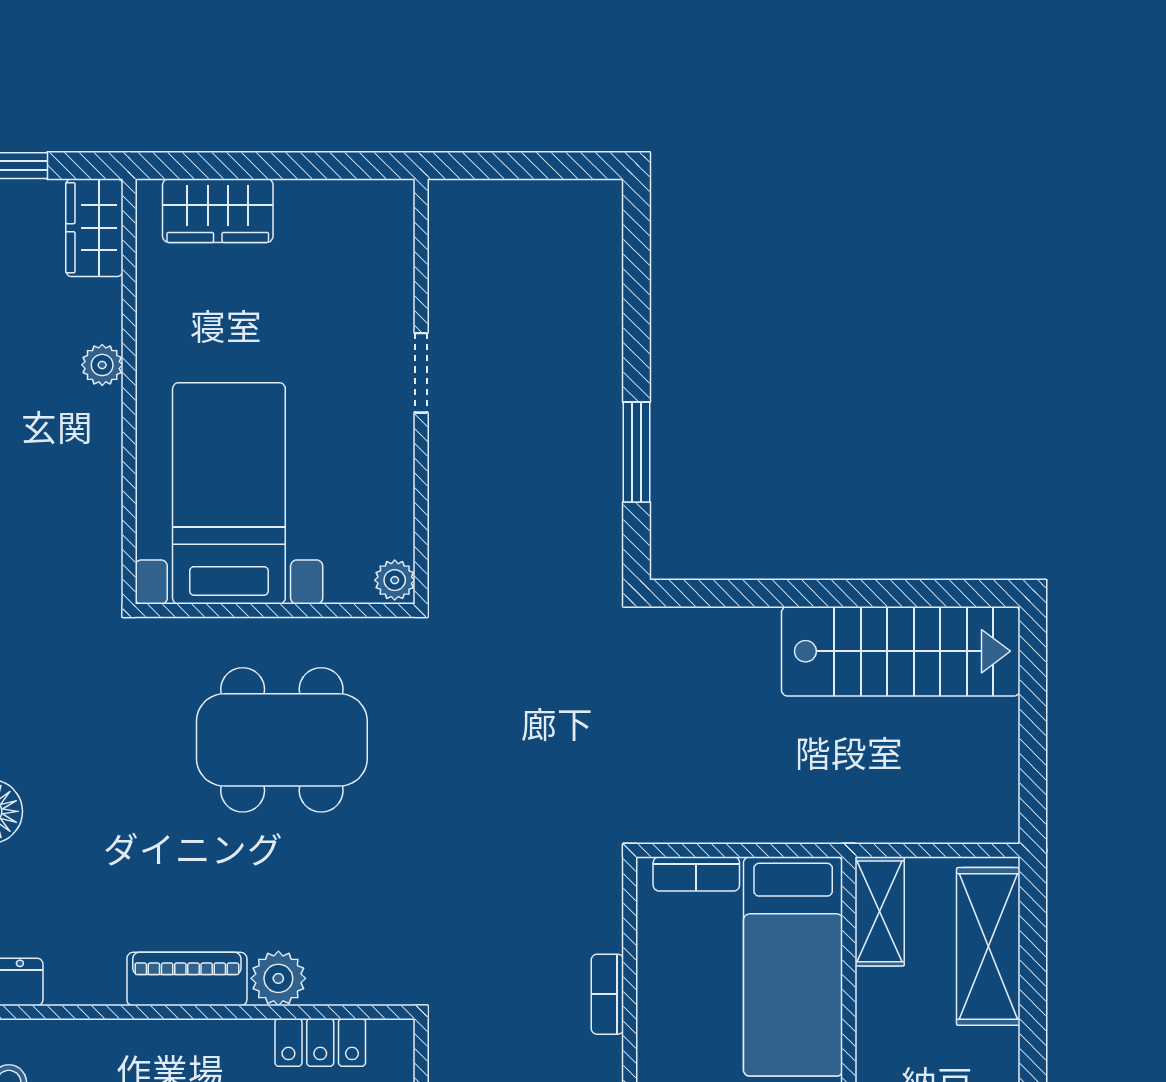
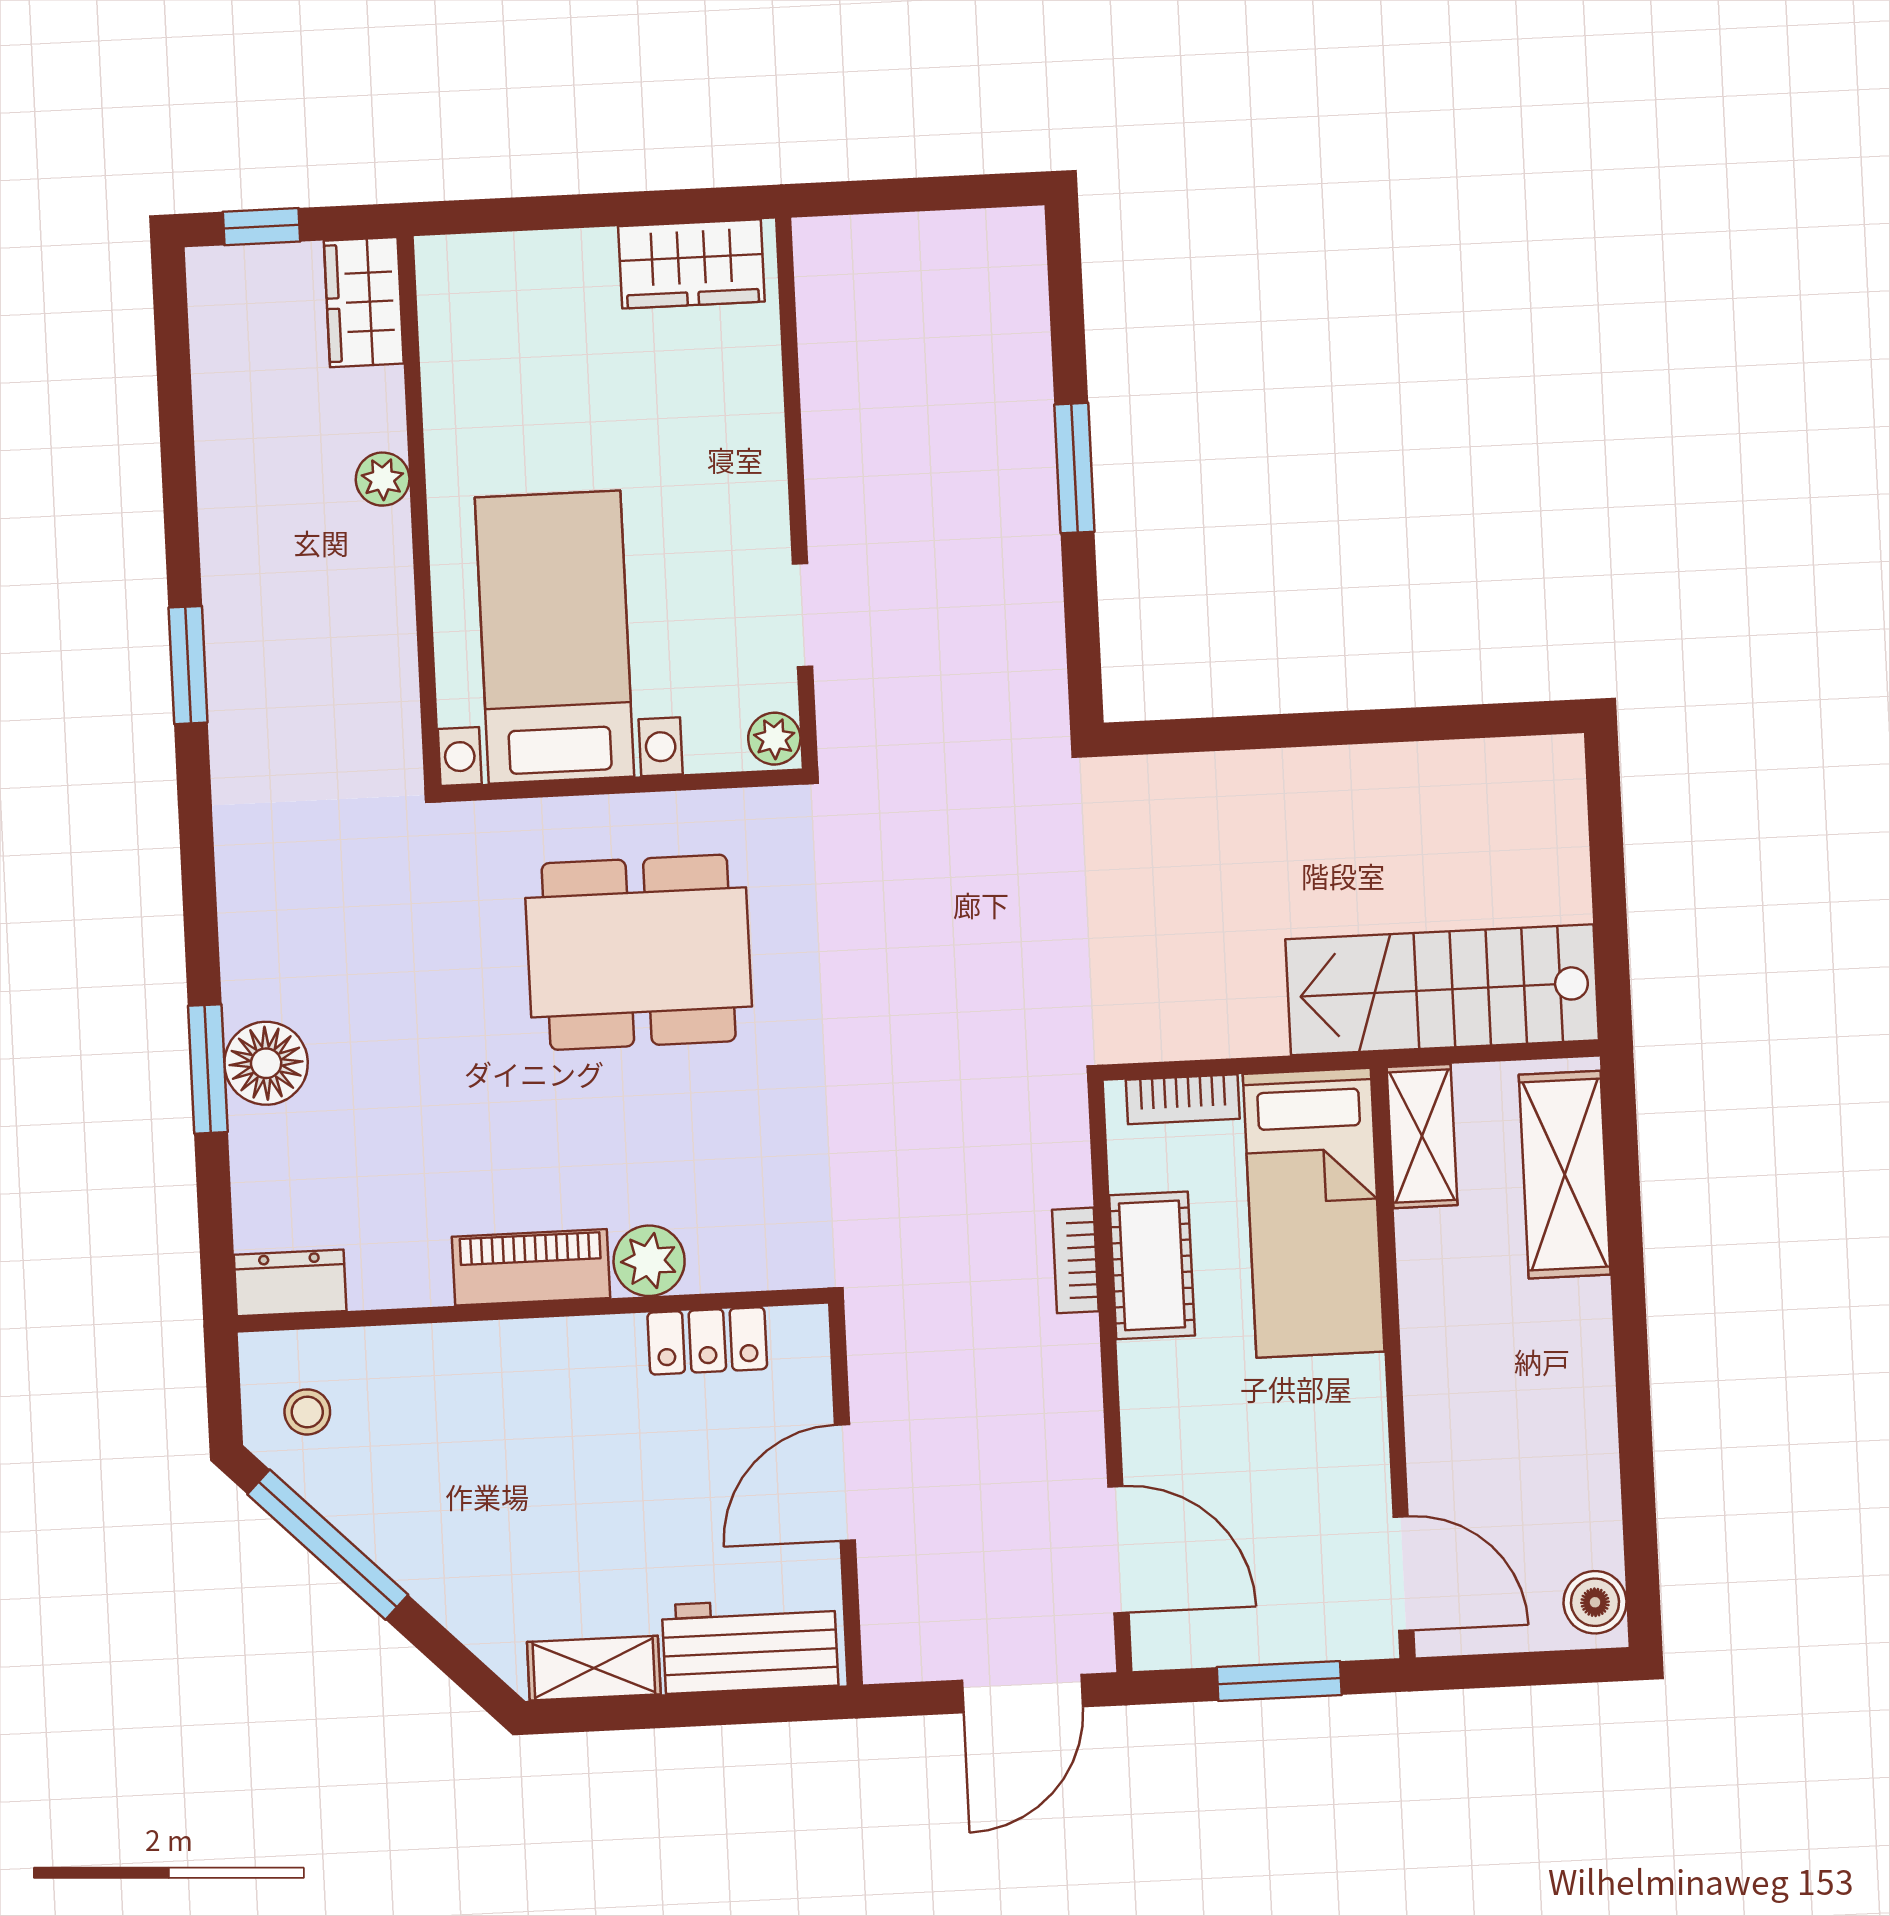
wardrobe: (218, 211) -> (691, 264), moved
doorway: (421, 373) -> (802, 615), moved
window: (636, 452) -> (1074, 468), moved
stairs: (901, 651) -> (1442, 990), moved, turned 180
cot: (666, 1001) -> (1152, 1265), added

